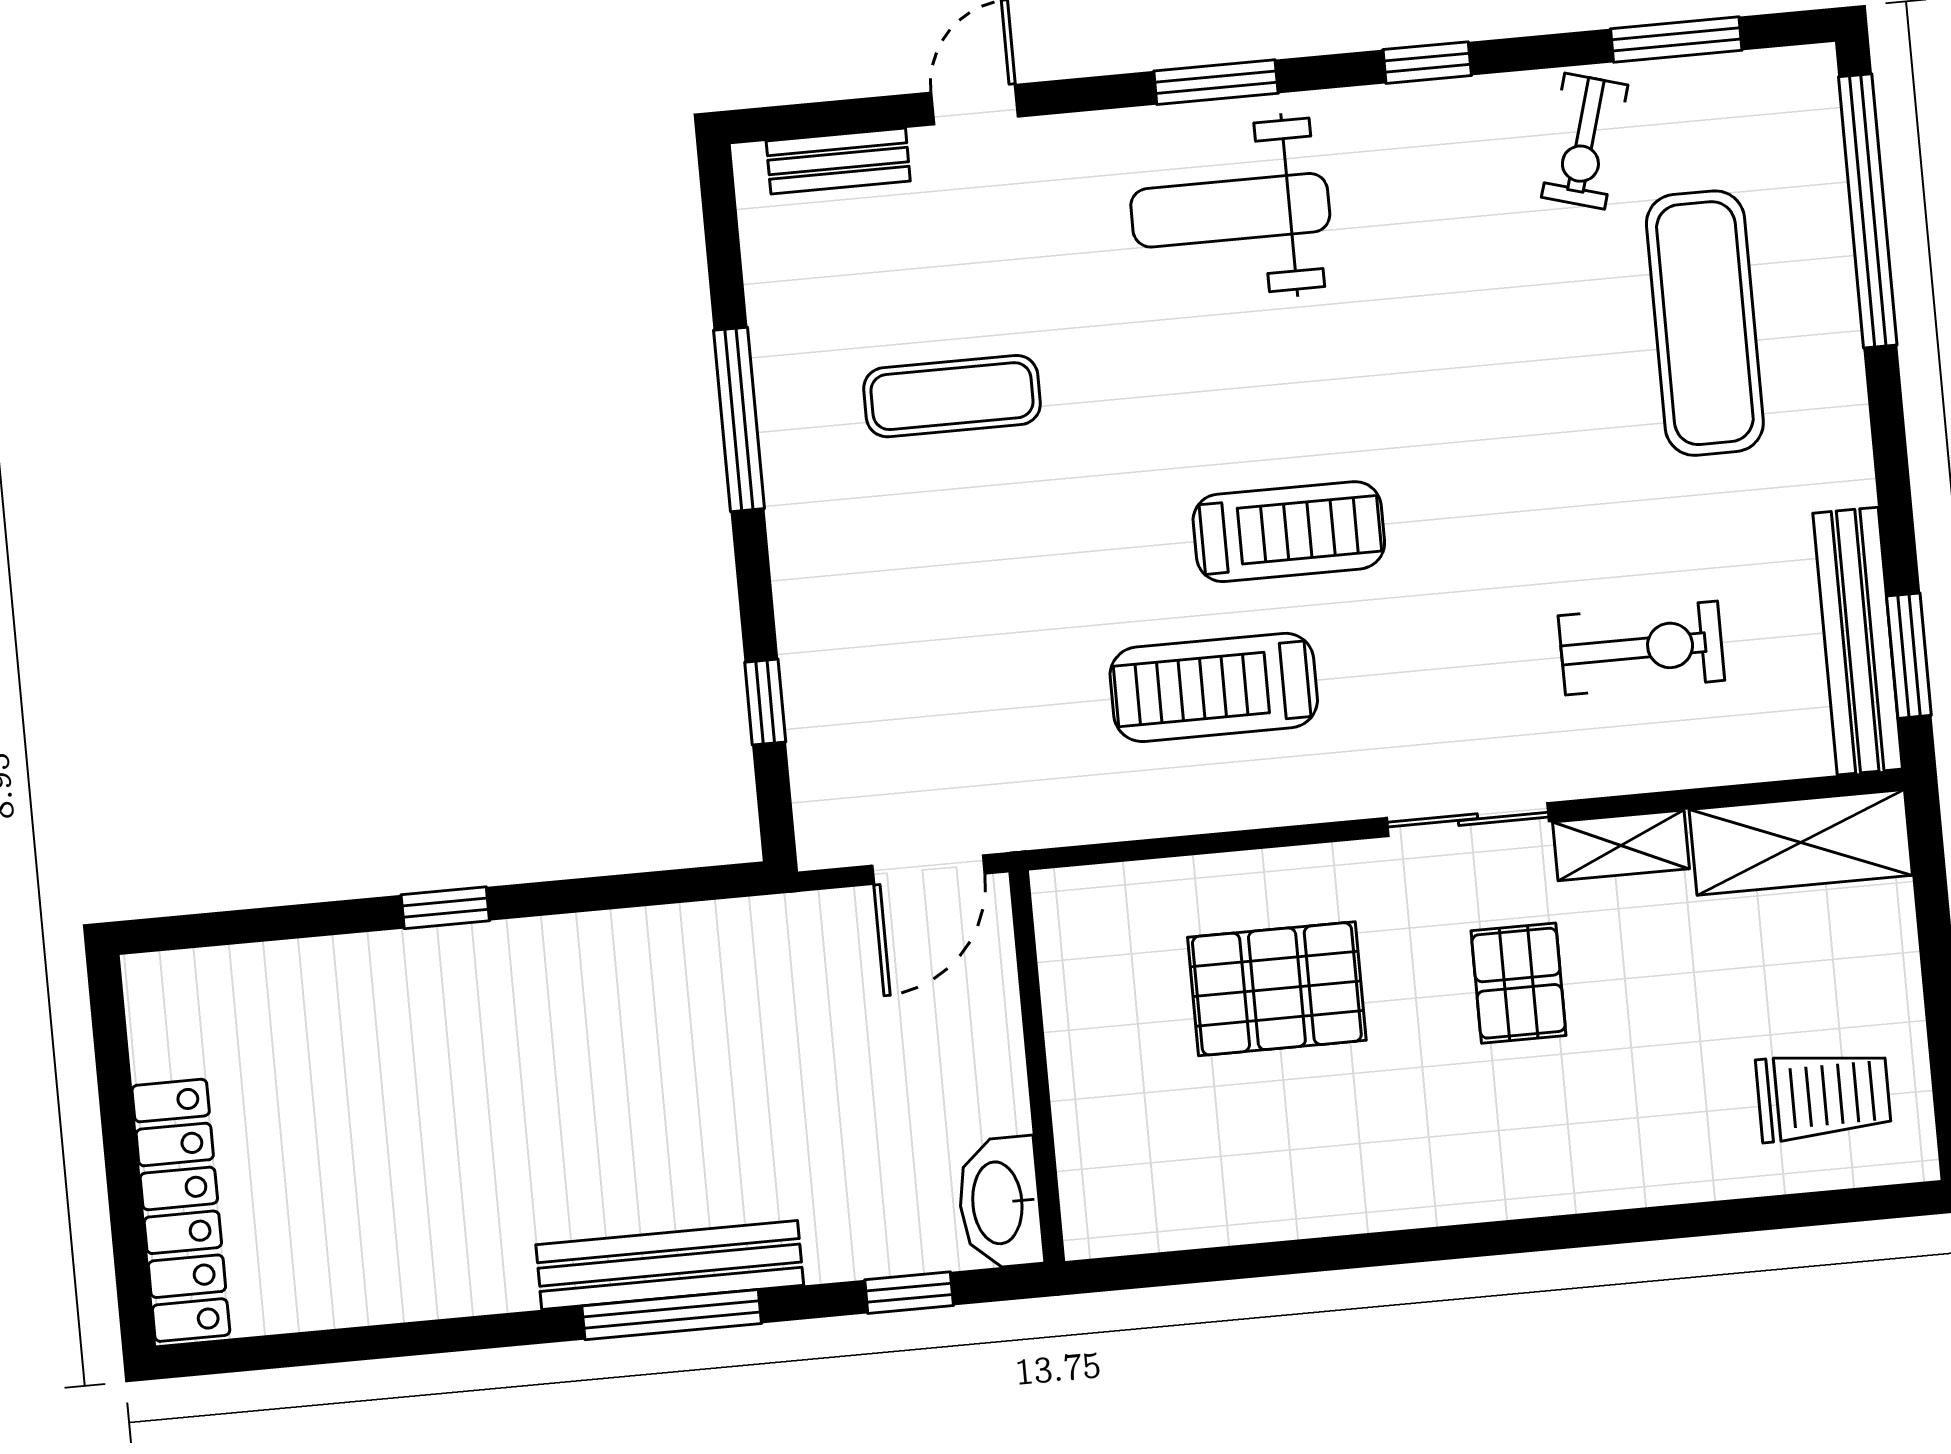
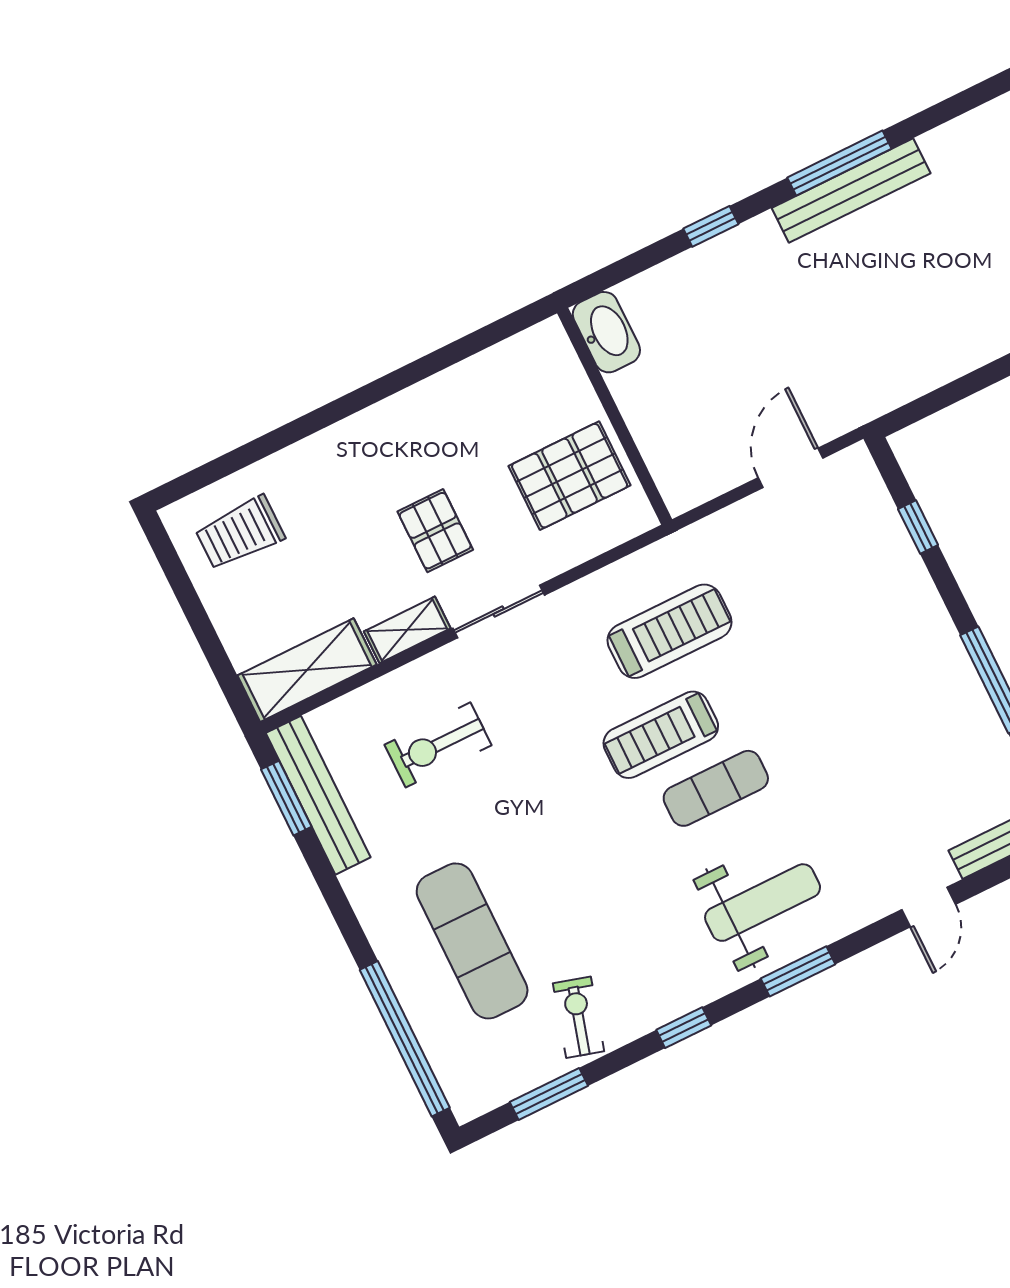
exercise mat: (952, 396) -> (716, 788), moved
wall: (1037, 1067) -> (615, 416), moved
washbasin: (1000, 1203) -> (606, 332), moved

